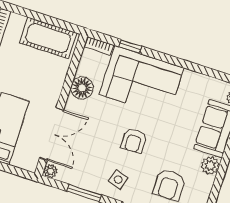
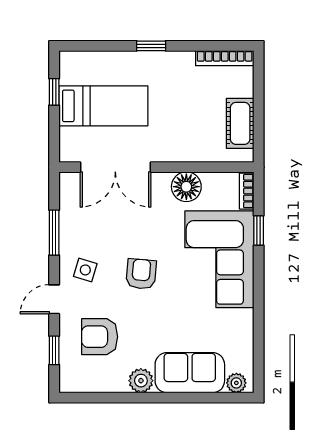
cot: (48, 38) -> (240, 123), width x0.73, depth x0.75
armchair: (134, 141) -> (141, 274), turned 95
plant: (50, 171) -> (68, 181), removed

